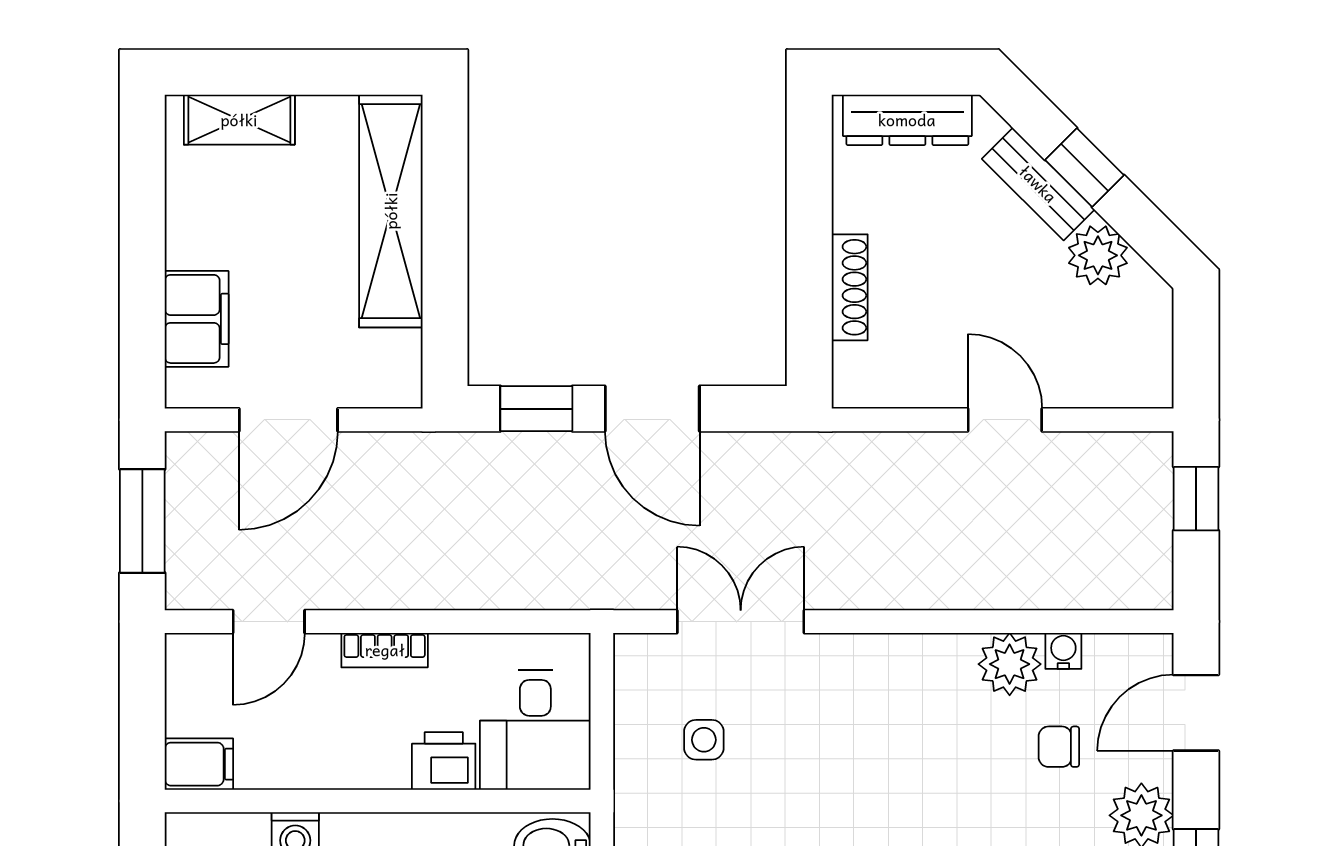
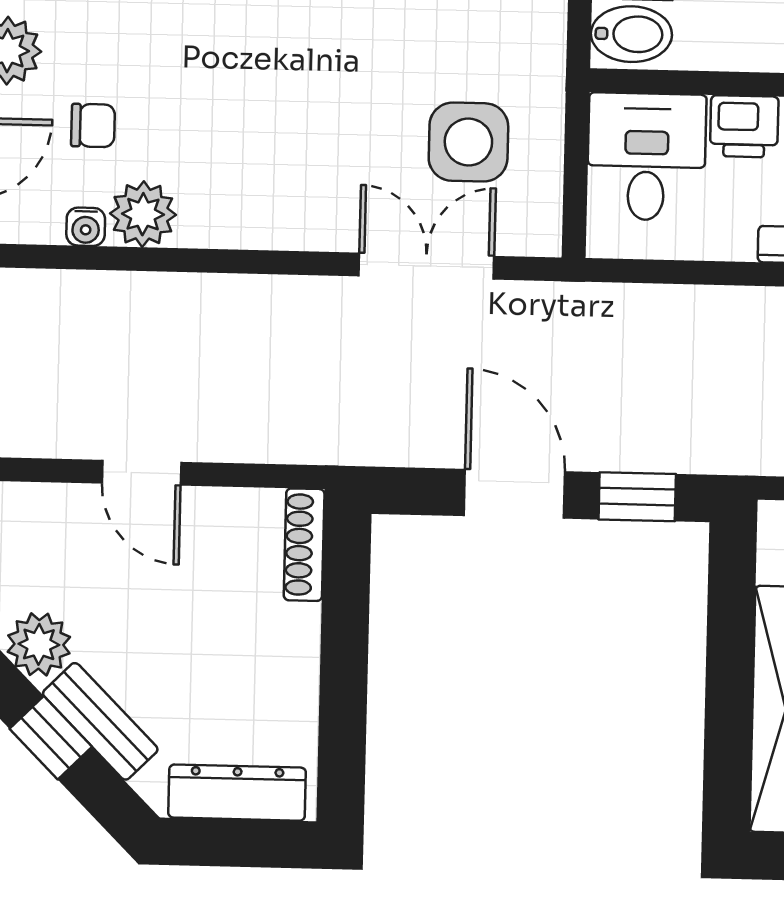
shoe rack: (850, 287) -> (304, 545), moved
double door: (741, 622) -> (426, 266), swing flipped
side table: (704, 740) -> (468, 142), width x1.87, depth x1.87

